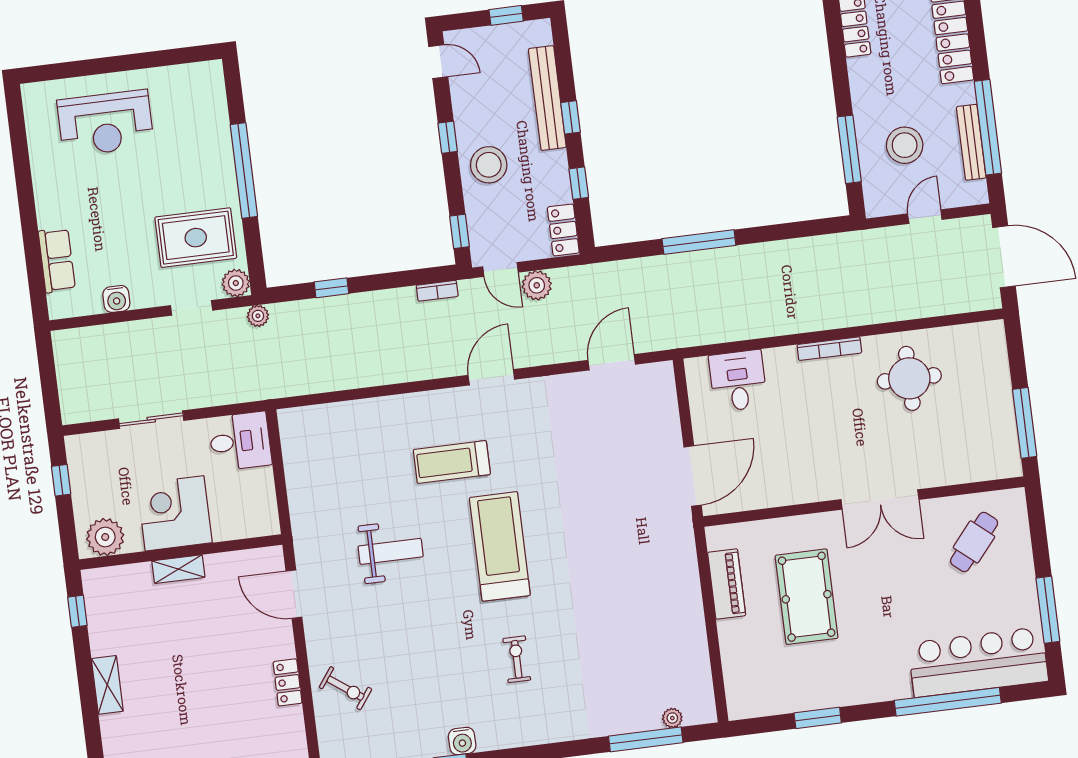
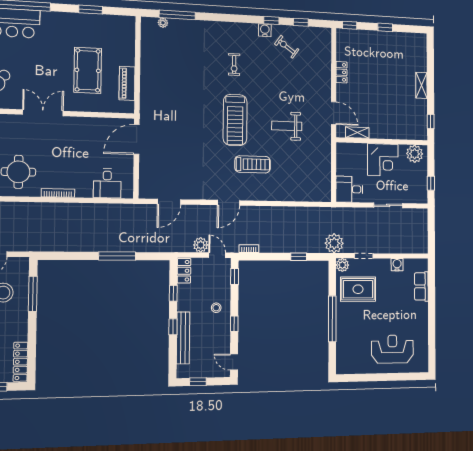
stool: (489, 165) -> (216, 308), width x0.53, depth x0.53
plant: (258, 316) -> (334, 243), width x1.88, depth x1.88
shelving: (178, 569) -> (357, 133), moved
exercise bike: (346, 688) -> (287, 47), moved

